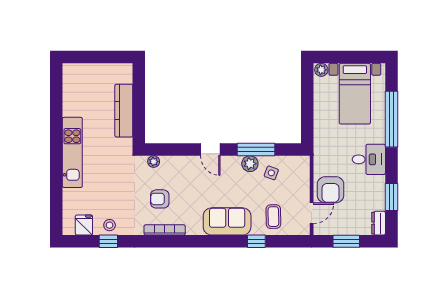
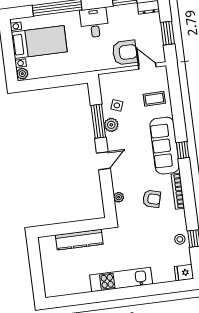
plant: (154, 162) -> (119, 197), moved
armchair: (160, 199) -> (152, 199), turned -75
sofa: (227, 221) -> (165, 146), width x1.36
fridge: (84, 225) -> (184, 273), moved
window: (256, 241) -> (183, 150), moved

